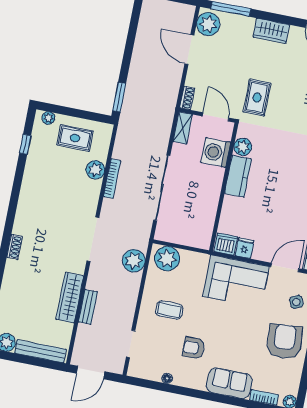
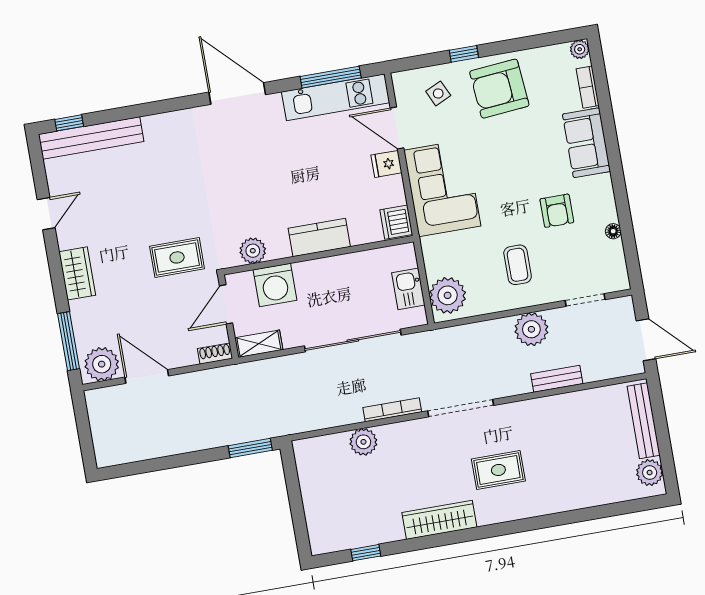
door: (189, 49) -> (147, 376), swing flipped
plant: (48, 118) -> (317, 535), removed
rug: (75, 138) -> (498, 470), moved, turned 90
kitchen counter: (238, 176) -> (319, 238), moved
bookcase: (112, 179) -> (392, 410), moved
kitchen sink: (181, 235) -> (408, 289), added
shoe rack: (15, 247) -> (513, 512), removed
fridge: (244, 248) -> (386, 164), moved
plant: (134, 261) -> (531, 329), moved
wardrobe: (70, 297) -> (439, 520), moved, turned 180

